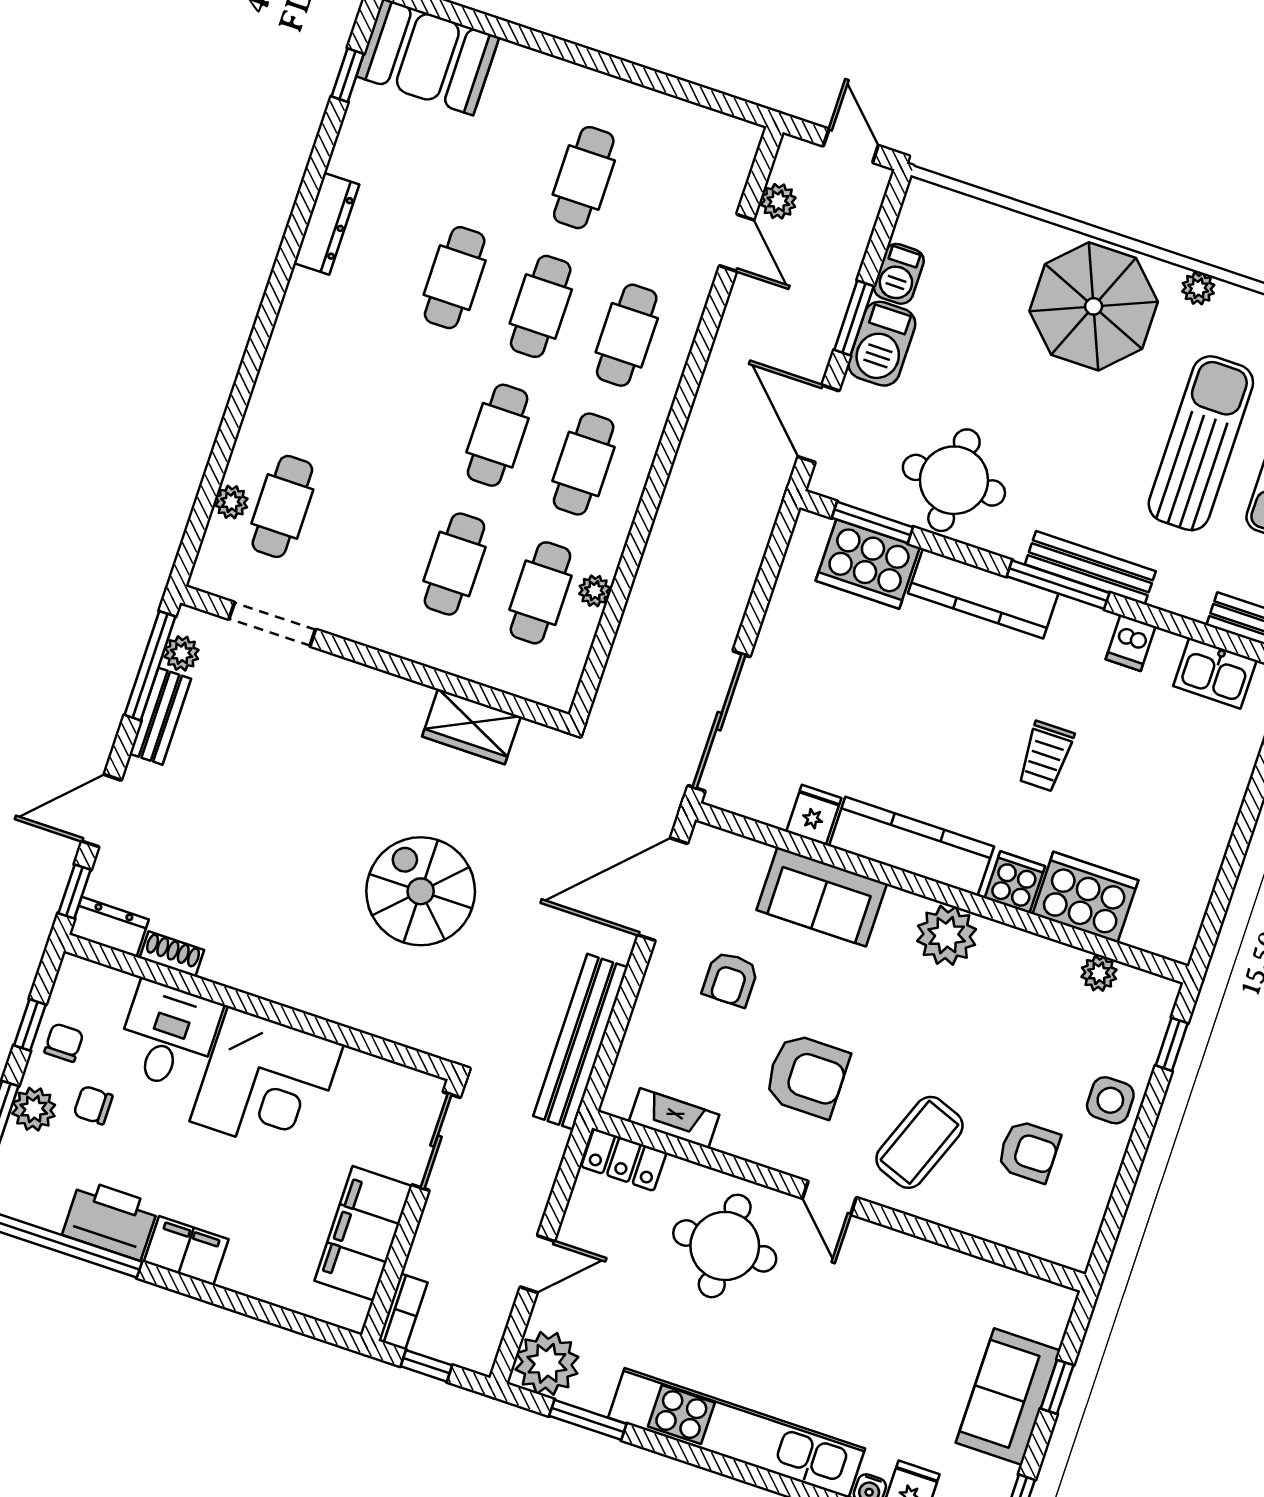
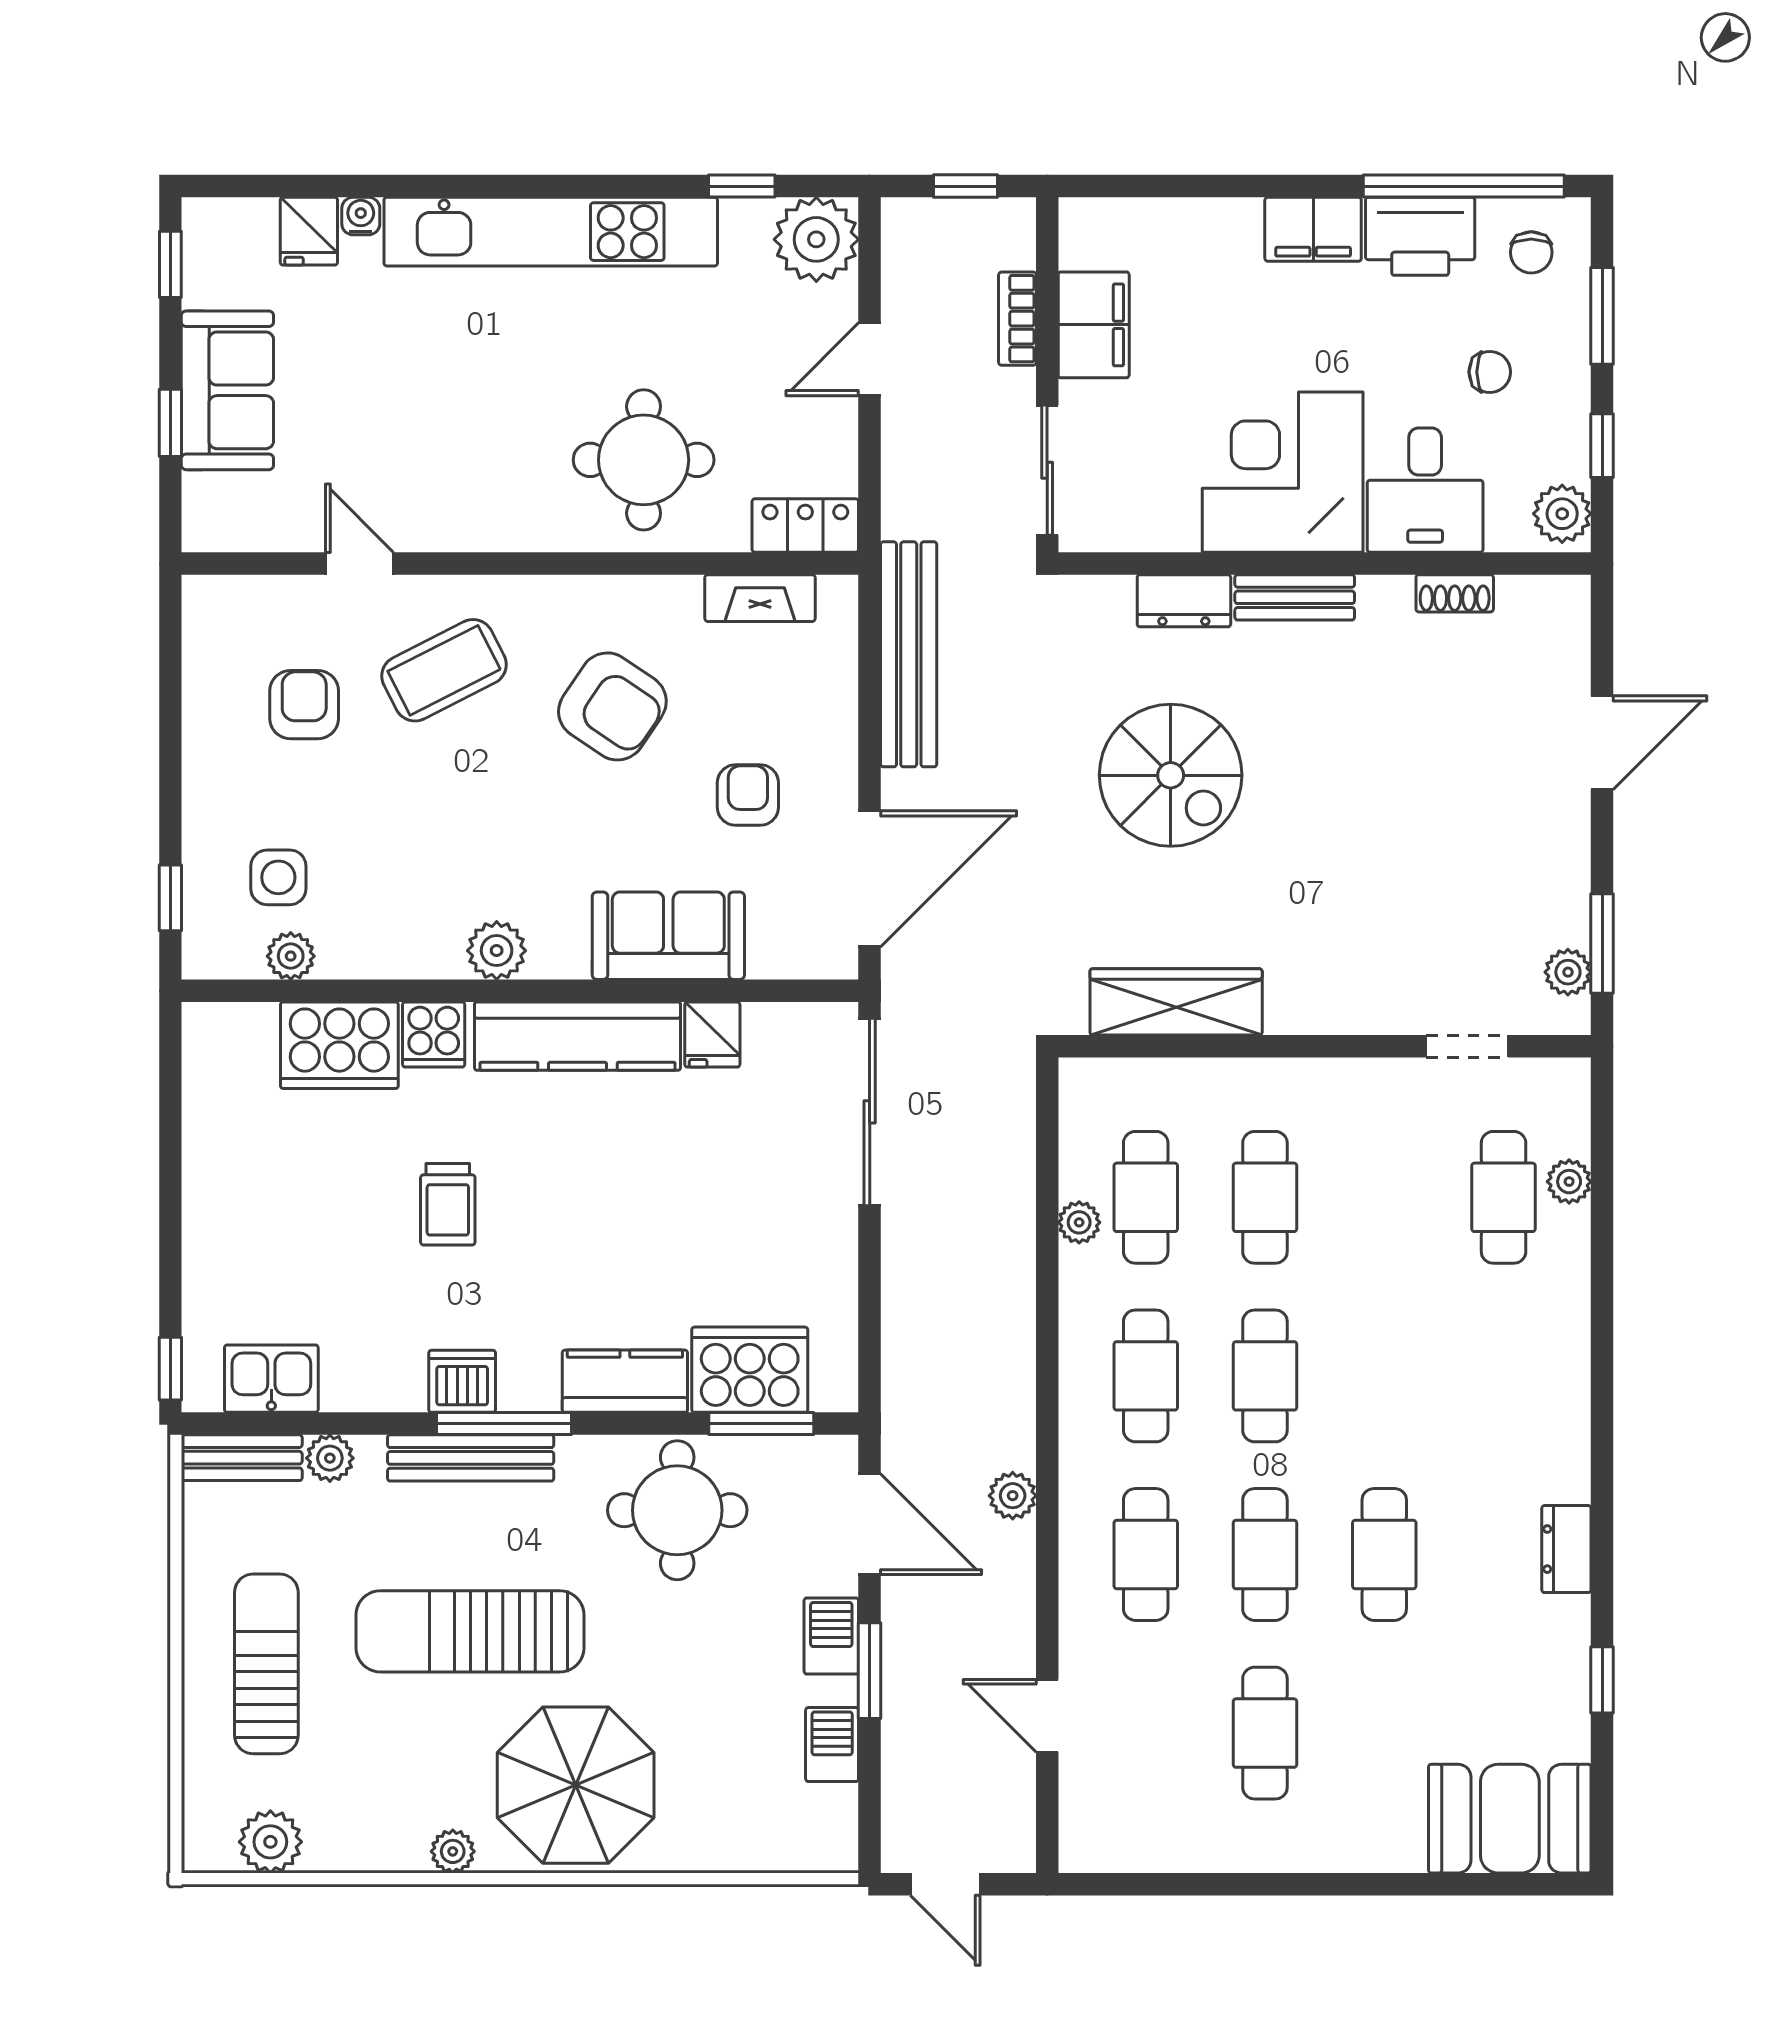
window: (348, 75) -> (1602, 1680), moved
plant: (778, 201) -> (1013, 1496), moved
dresser: (326, 224) -> (1566, 1549), width x0.70
barbecue: (882, 344) -> (831, 1636), width x0.73, depth x0.79
sun lounger: (1201, 443) -> (470, 1631), moved, turned 90
kitchen counter: (983, 593) -> (625, 1381), width x0.67
plant: (1192, 602) -> (330, 1458), added
doorway: (272, 624) -> (1467, 1046), width x0.73
dishwasher: (1131, 643) -> (462, 1381), moved, width x1.38
window: (150, 666) -> (1602, 944), width x0.69
bench: (160, 716) -> (1295, 597), moved, turned 90
wardrobe: (471, 726) -> (1176, 1002), width x1.50
trolley: (1046, 756) -> (448, 1204), turned 180
window: (74, 892) -> (1602, 631), removed
dresser: (109, 927) -> (1184, 601), moved
plant: (947, 935) -> (497, 951), width x0.73, depth x0.73
chair: (64, 1043) -> (1531, 252), moved
armchair: (807, 1076) -> (612, 706), turned -146
side table: (1110, 1100) -> (278, 877), moved
plant: (34, 1109) -> (1562, 514), moved
coffee table: (919, 1142) -> (444, 670), turned 42
armchair: (1029, 1151) -> (304, 705), turned 90
door: (829, 1198) -> (359, 563), moved
filing cabinet: (363, 1233) -> (1094, 325), width x0.67, depth x0.86
bookcase: (403, 1312) -> (1017, 319), moved
window: (588, 1420) -> (742, 186), width x0.67

